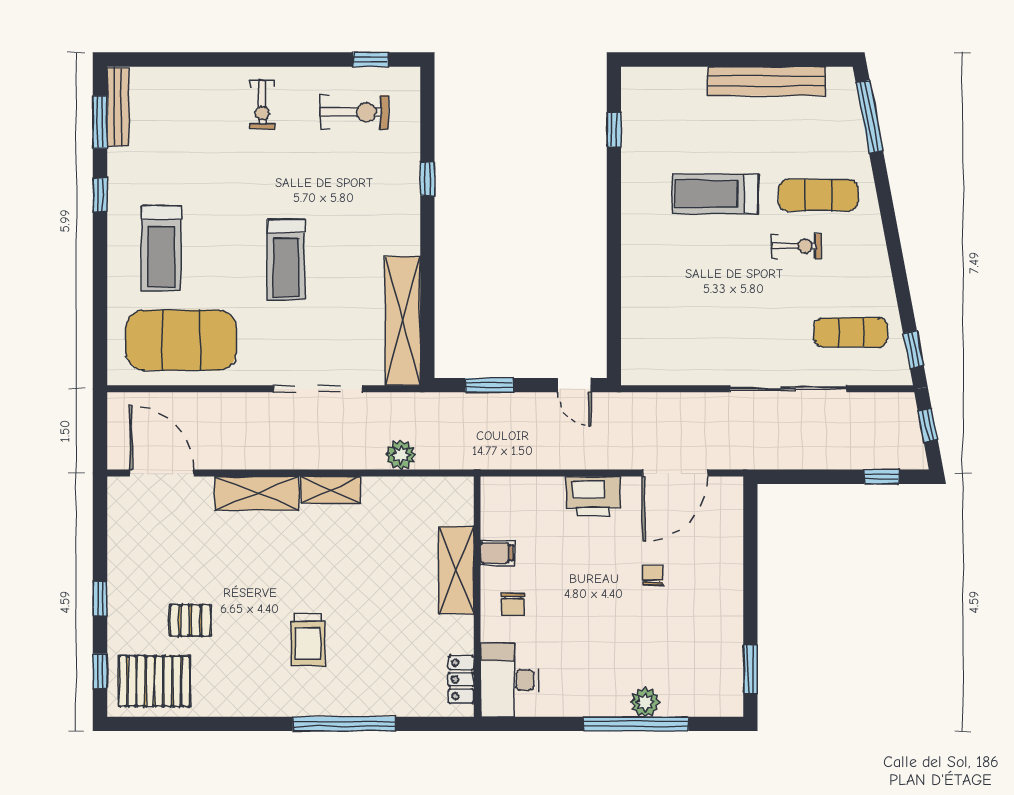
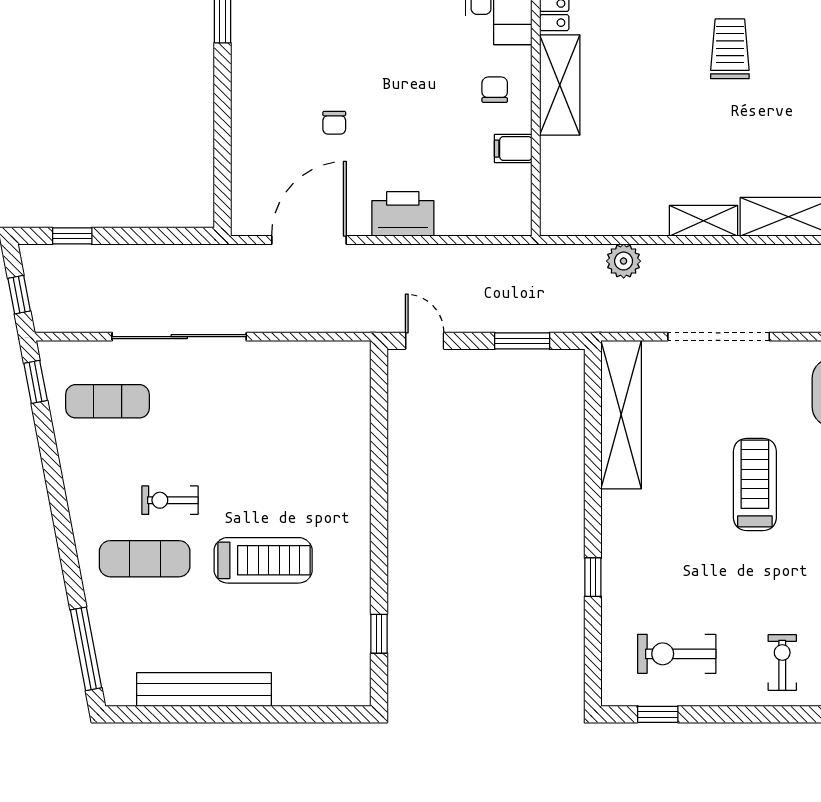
shelving: (456, 570) -> (560, 85), moved

